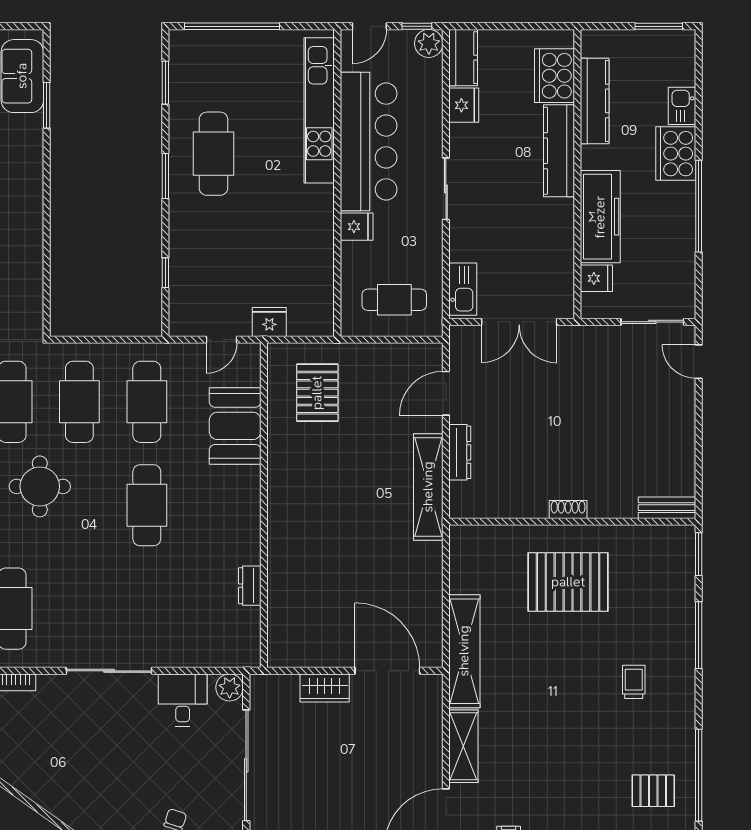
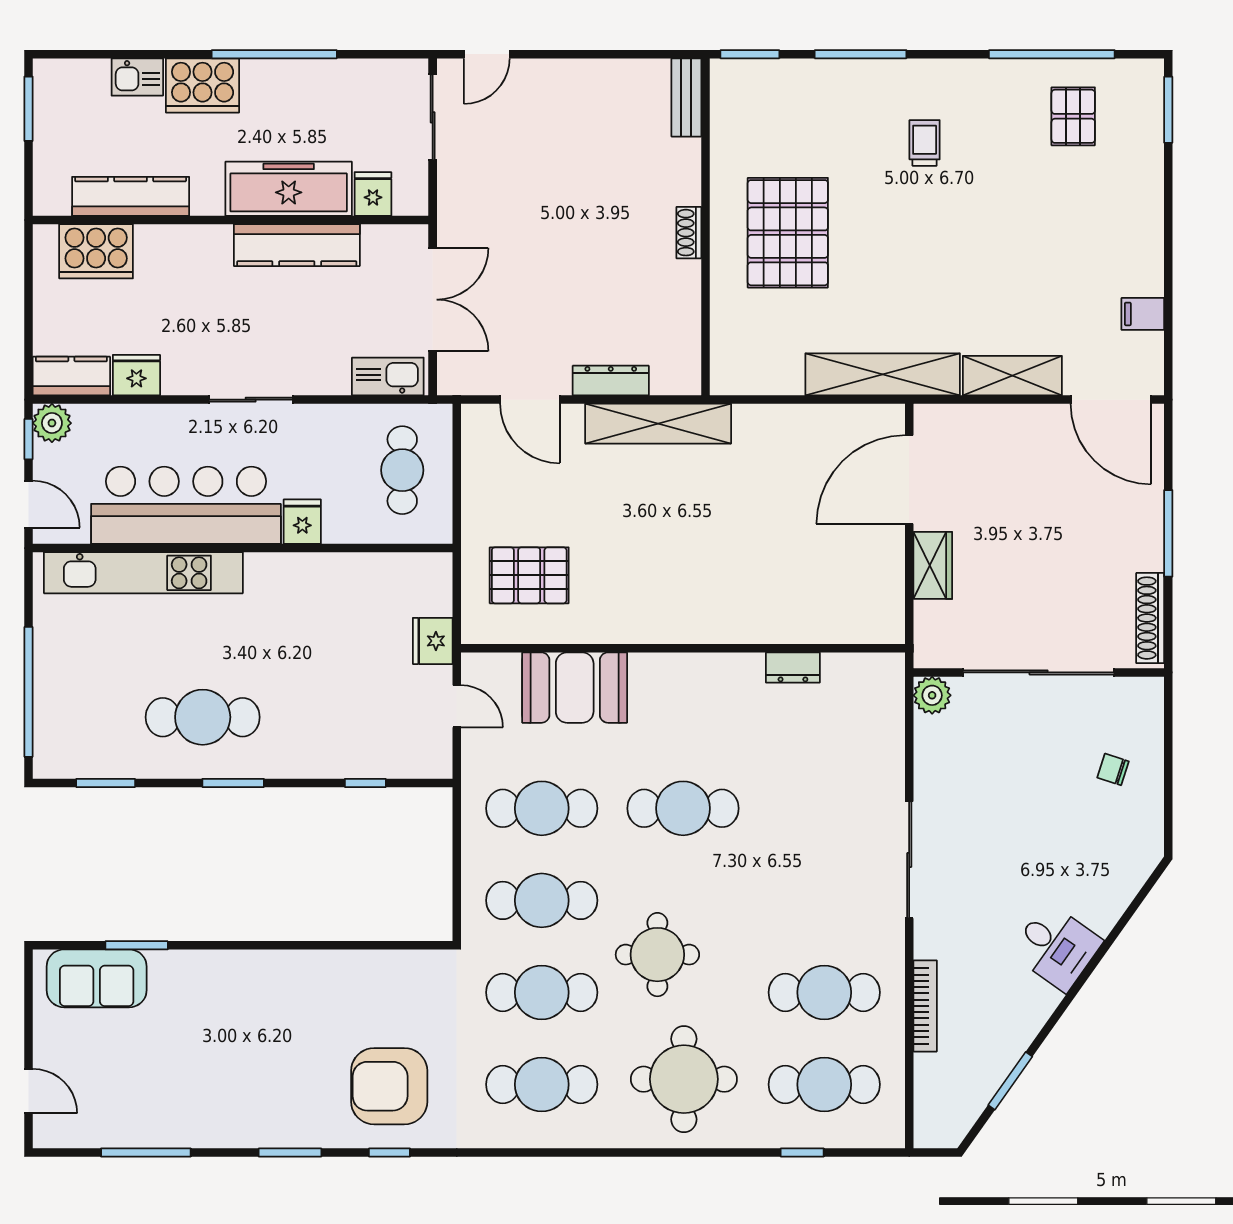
kitchen counter: (559, 151) -> (297, 245), moved
trolley: (634, 682) -> (925, 143), turned 90
desk: (183, 700) -> (1056, 947), moved, turned -145

